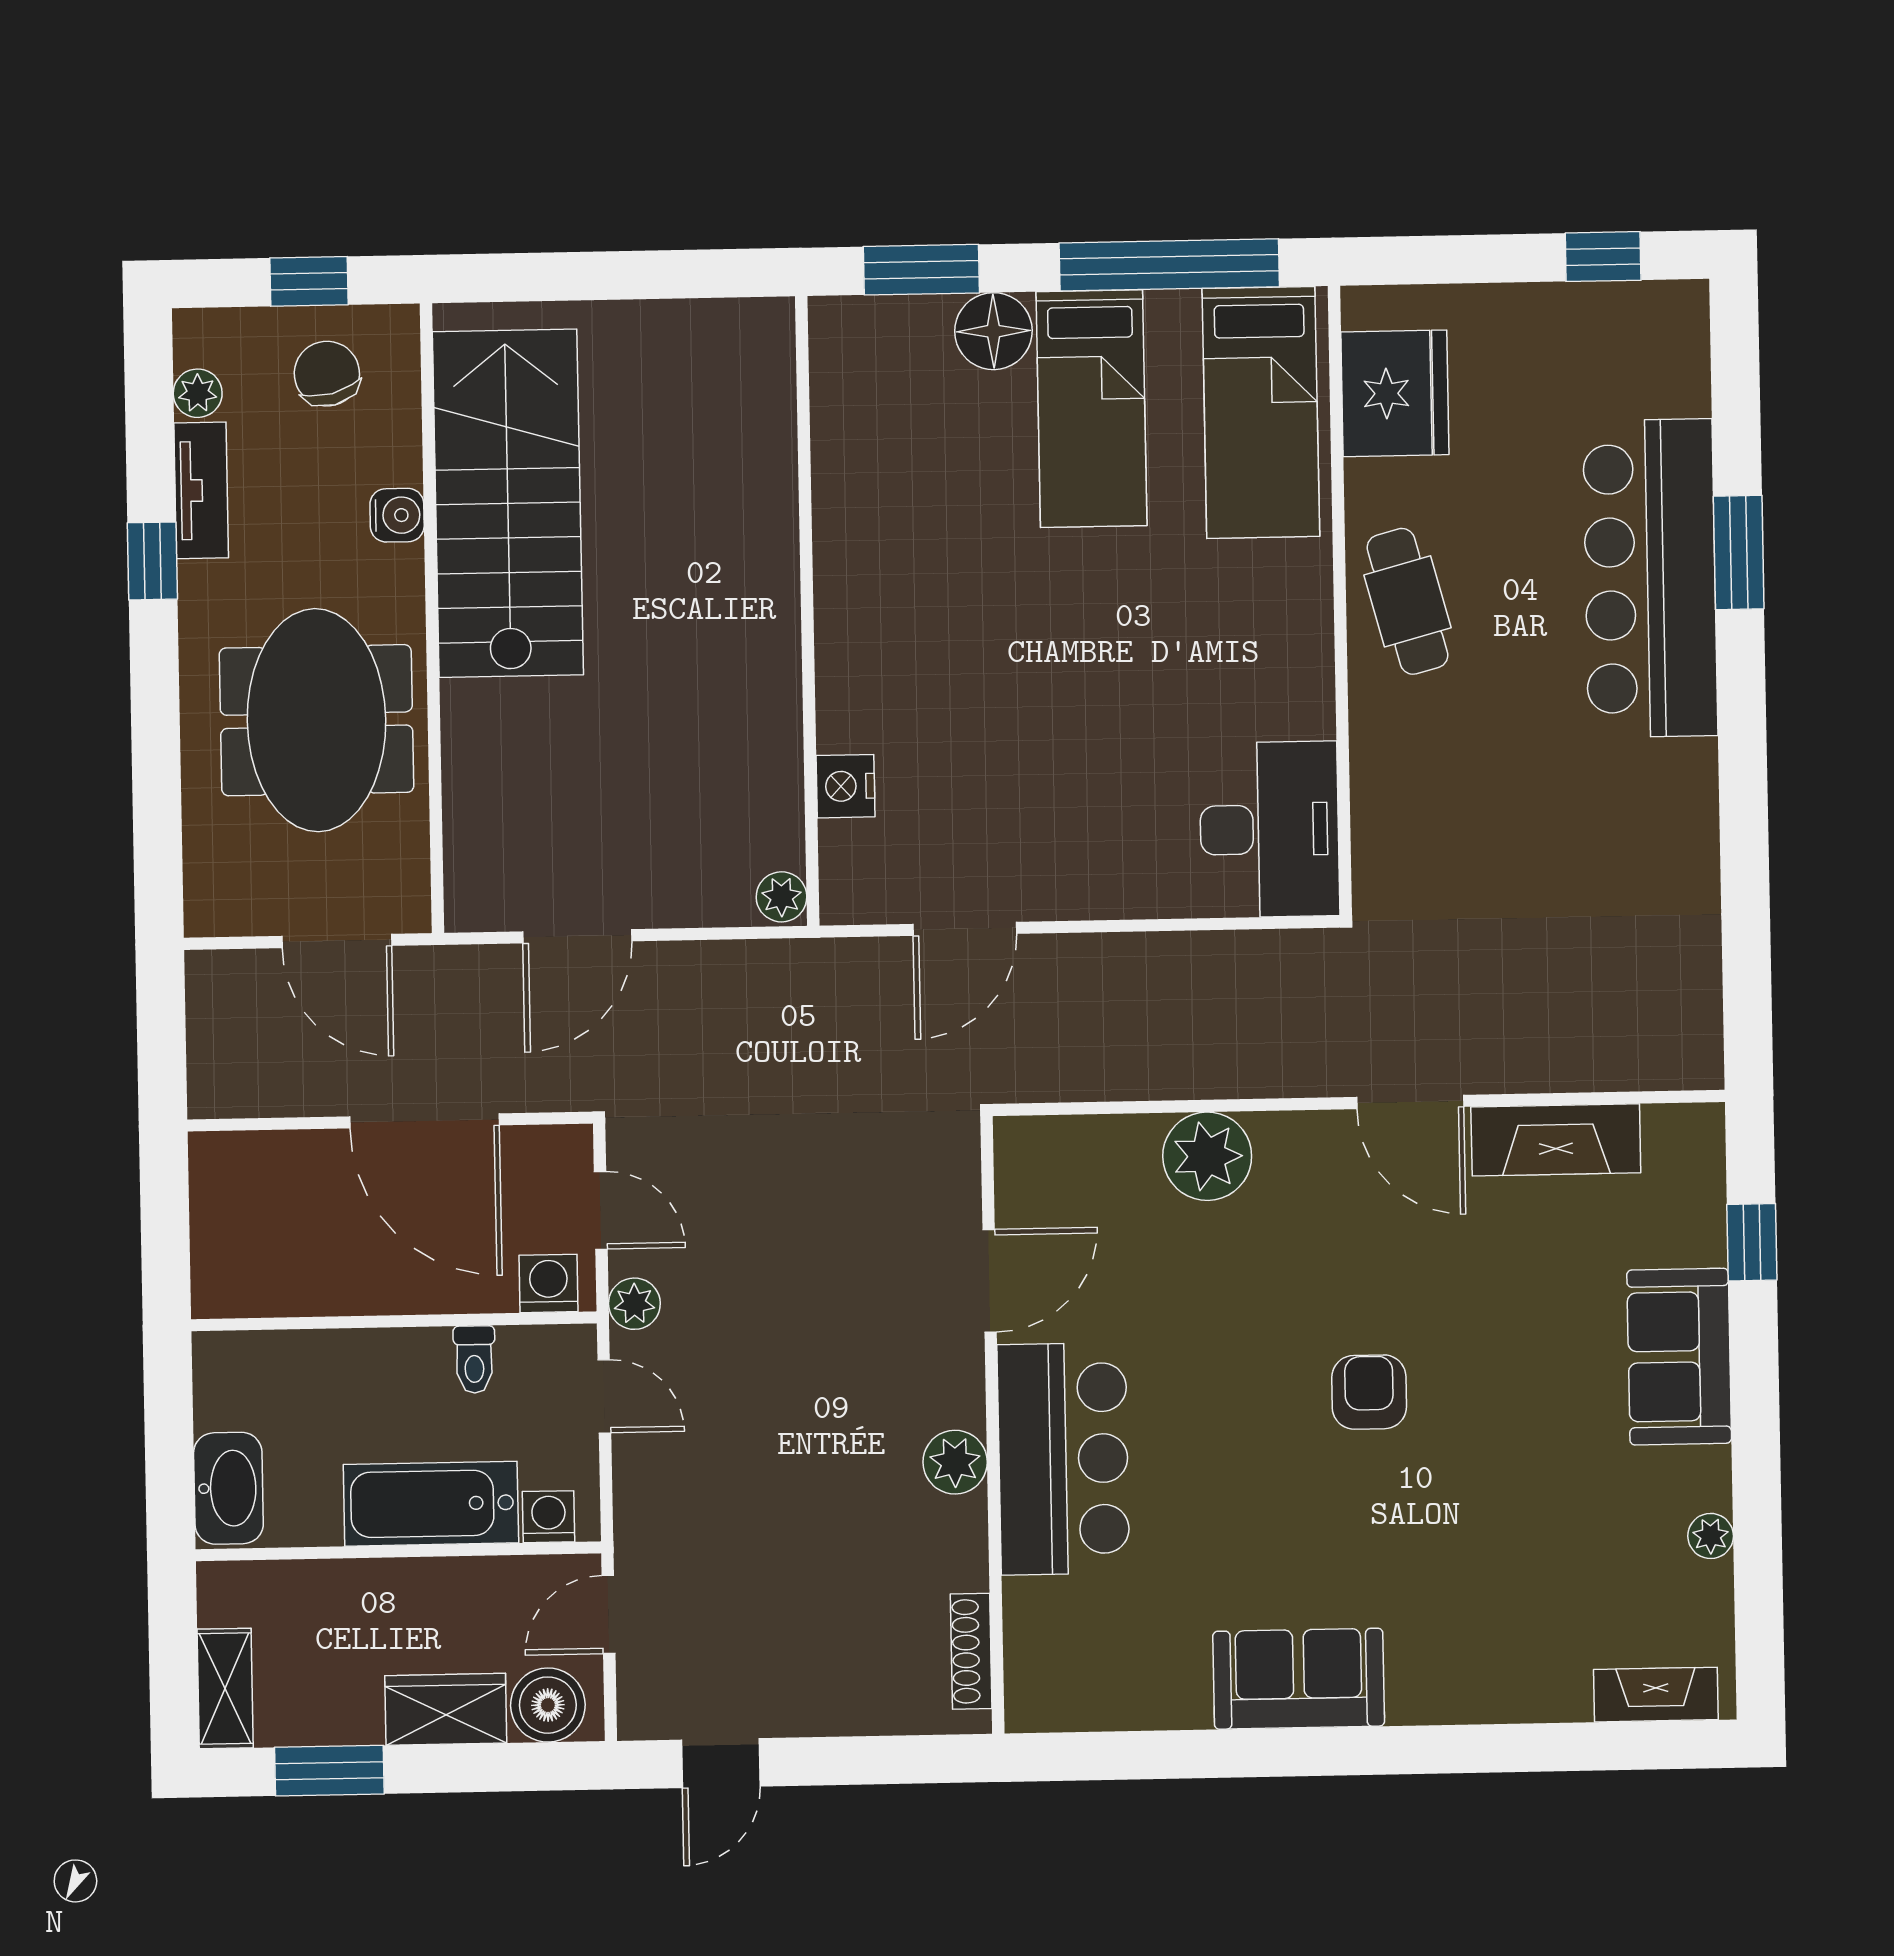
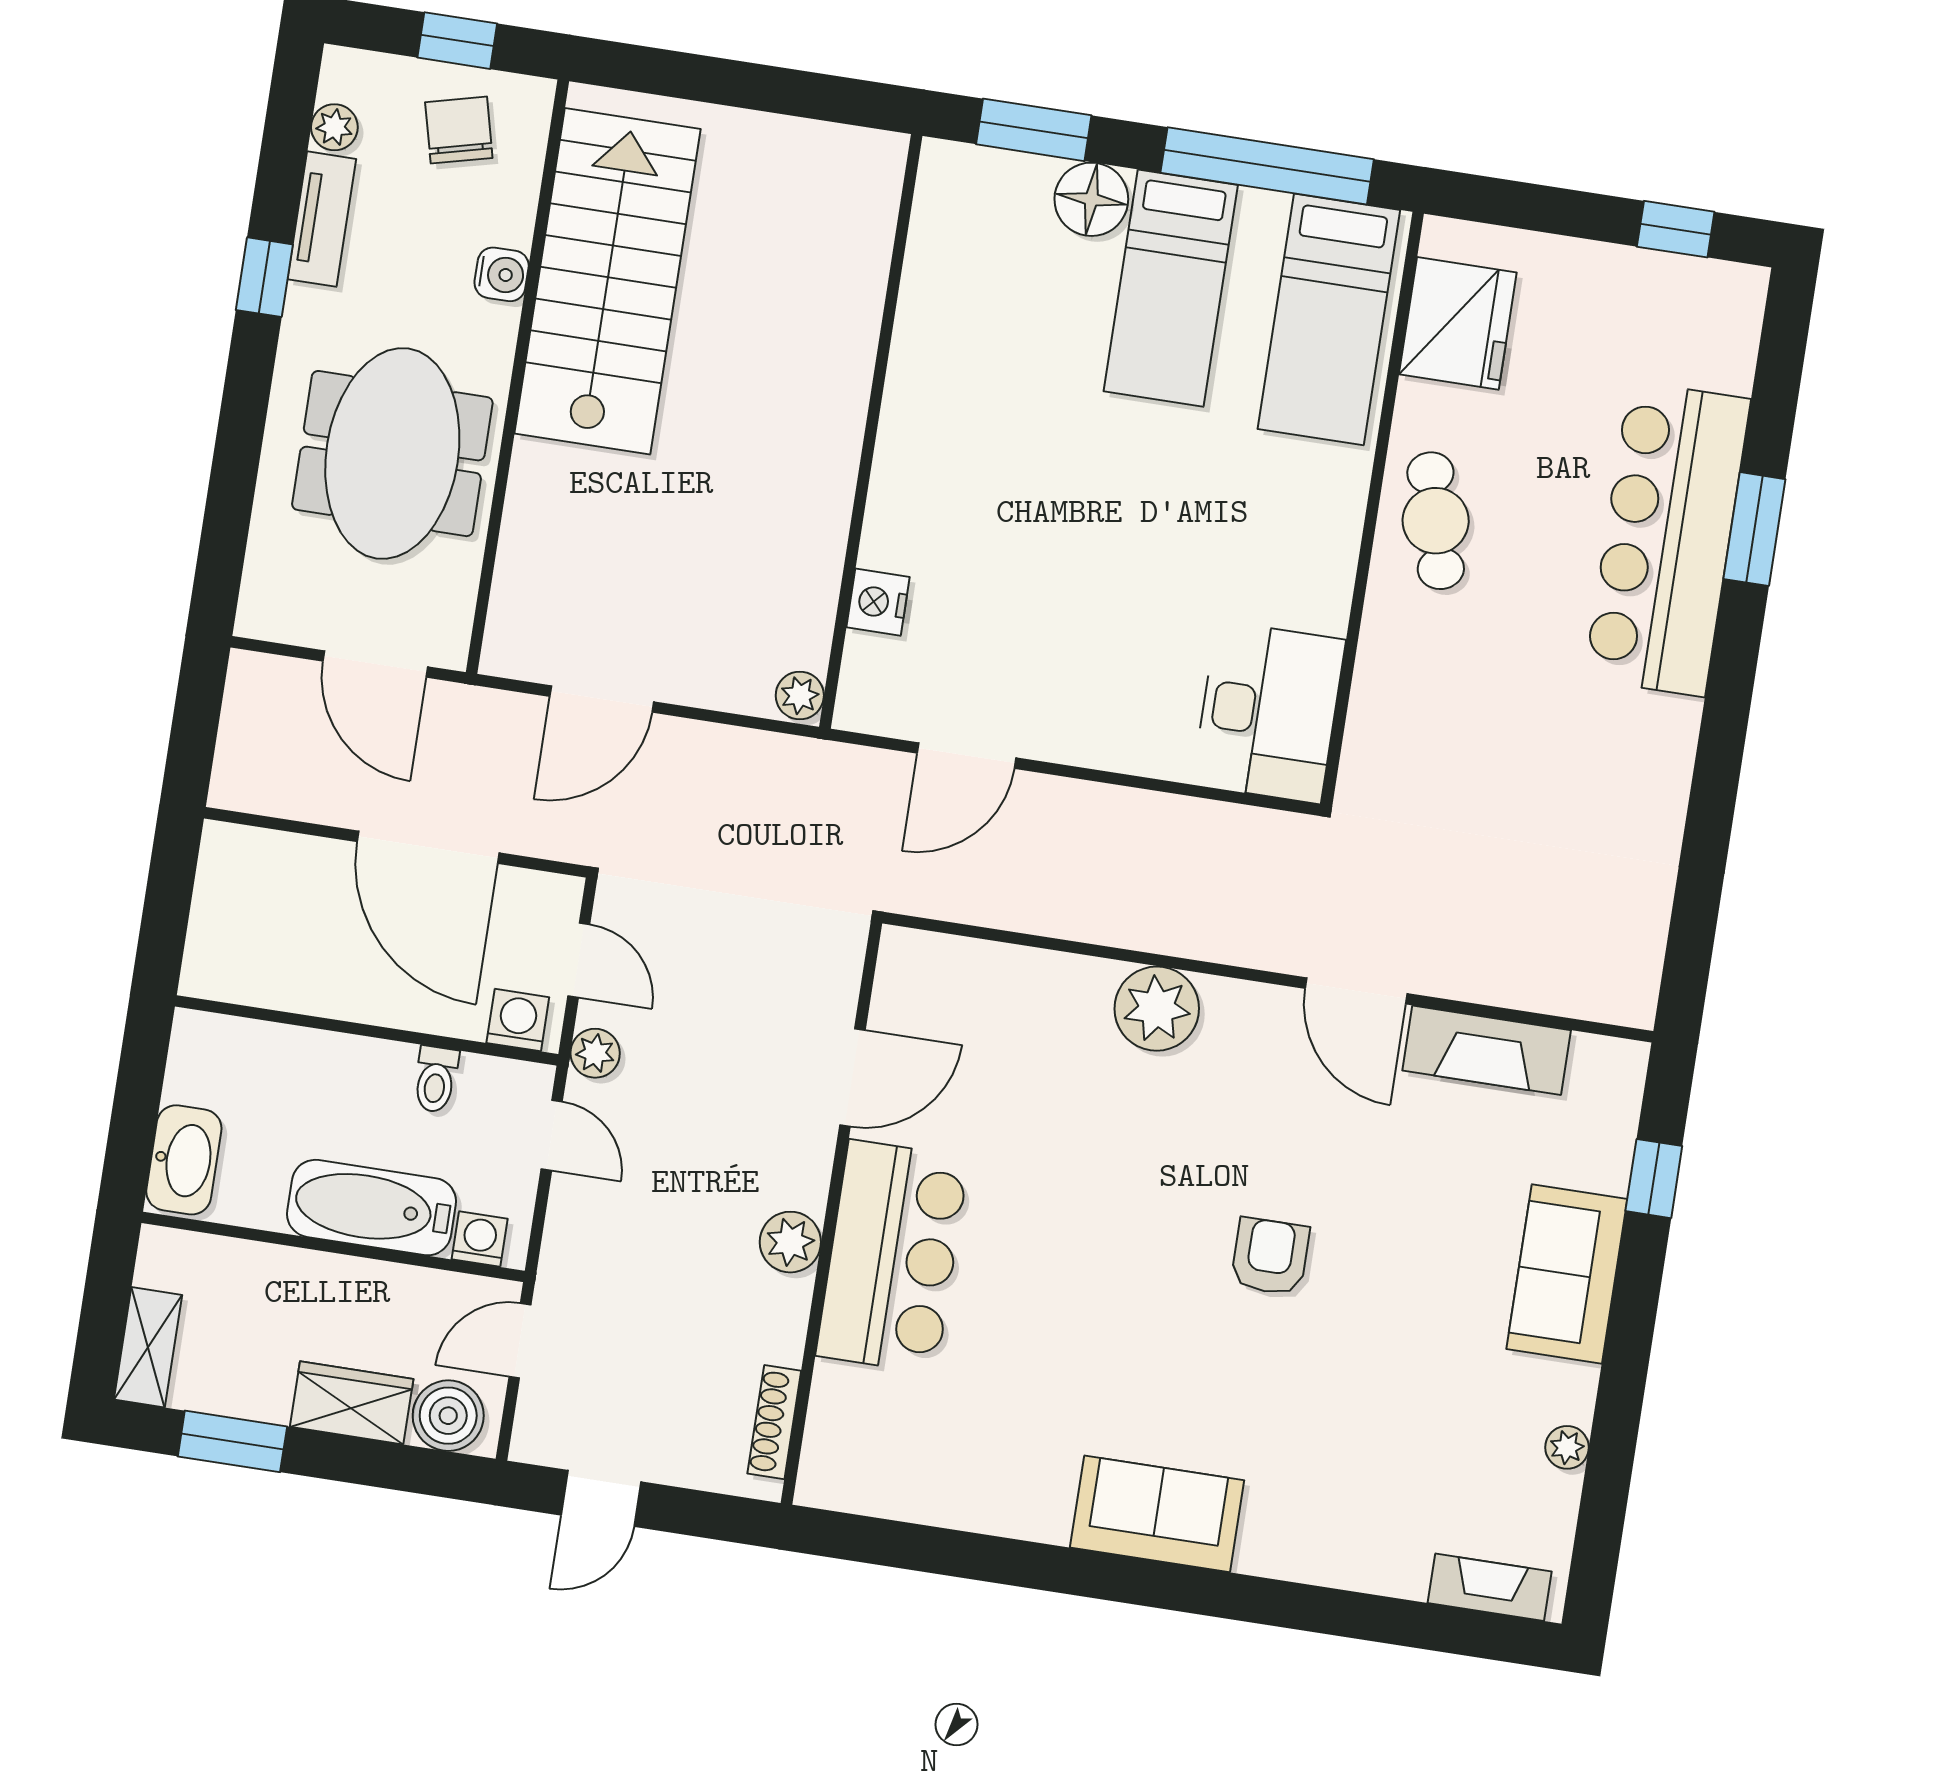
door: (990, 1281) -> (852, 1077), moved
wall: (992, 1425) -> (831, 1213), moved
bar counter: (1063, 1459) -> (892, 1257), moved
plant: (955, 1462) -> (790, 1242), moved
shoe rack: (971, 1651) -> (774, 1422), moved

